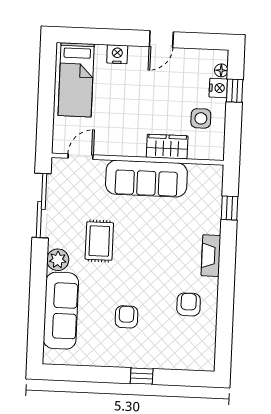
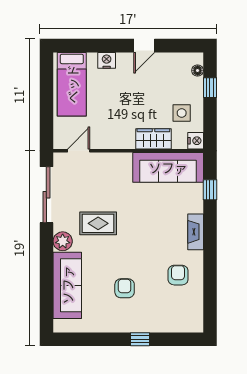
nightstand: (218, 88) -> (196, 141), moved
sofa: (146, 179) -> (168, 167), moved
rug: (99, 241) -> (98, 223), turned 90

